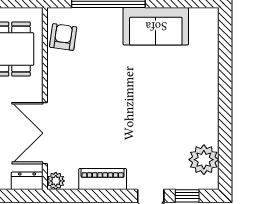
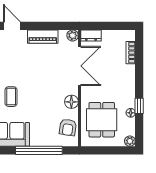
floor lamp: (58, 77) -> (71, 102), added
coffee table: (152, 85) -> (11, 97), added

